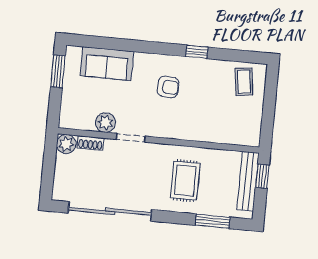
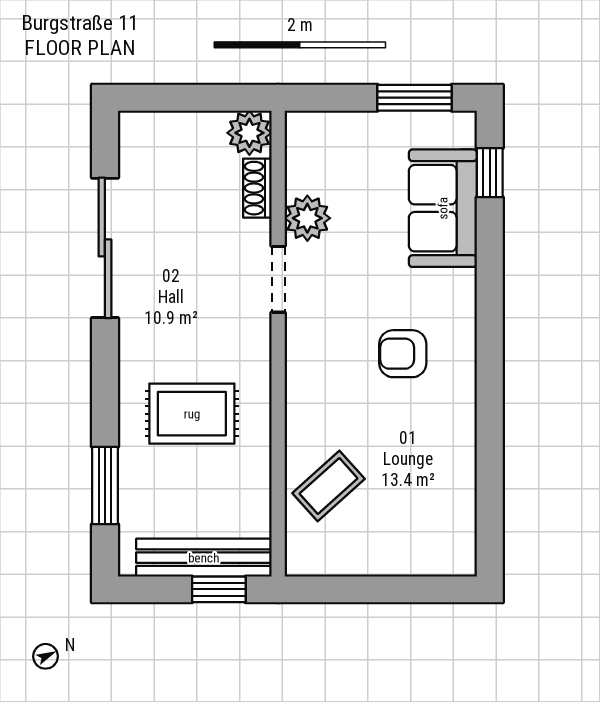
window: (197, 52) -> (490, 173), moved
coffee table: (244, 82) -> (329, 486), moved, turned -35
armchair: (168, 87) -> (403, 354), turned 86
sliding door: (110, 211) -> (105, 248), width x0.73

